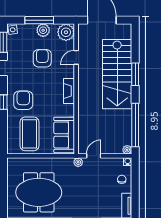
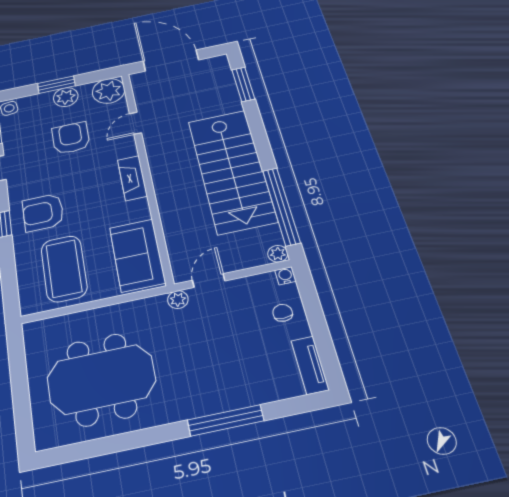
window: (39, 20) -> (56, 85), width x0.69
stairs: (117, 74) -> (232, 170), moved
window: (135, 74) -> (243, 84), moved
armchair: (23, 100) -> (43, 212), turned -90

